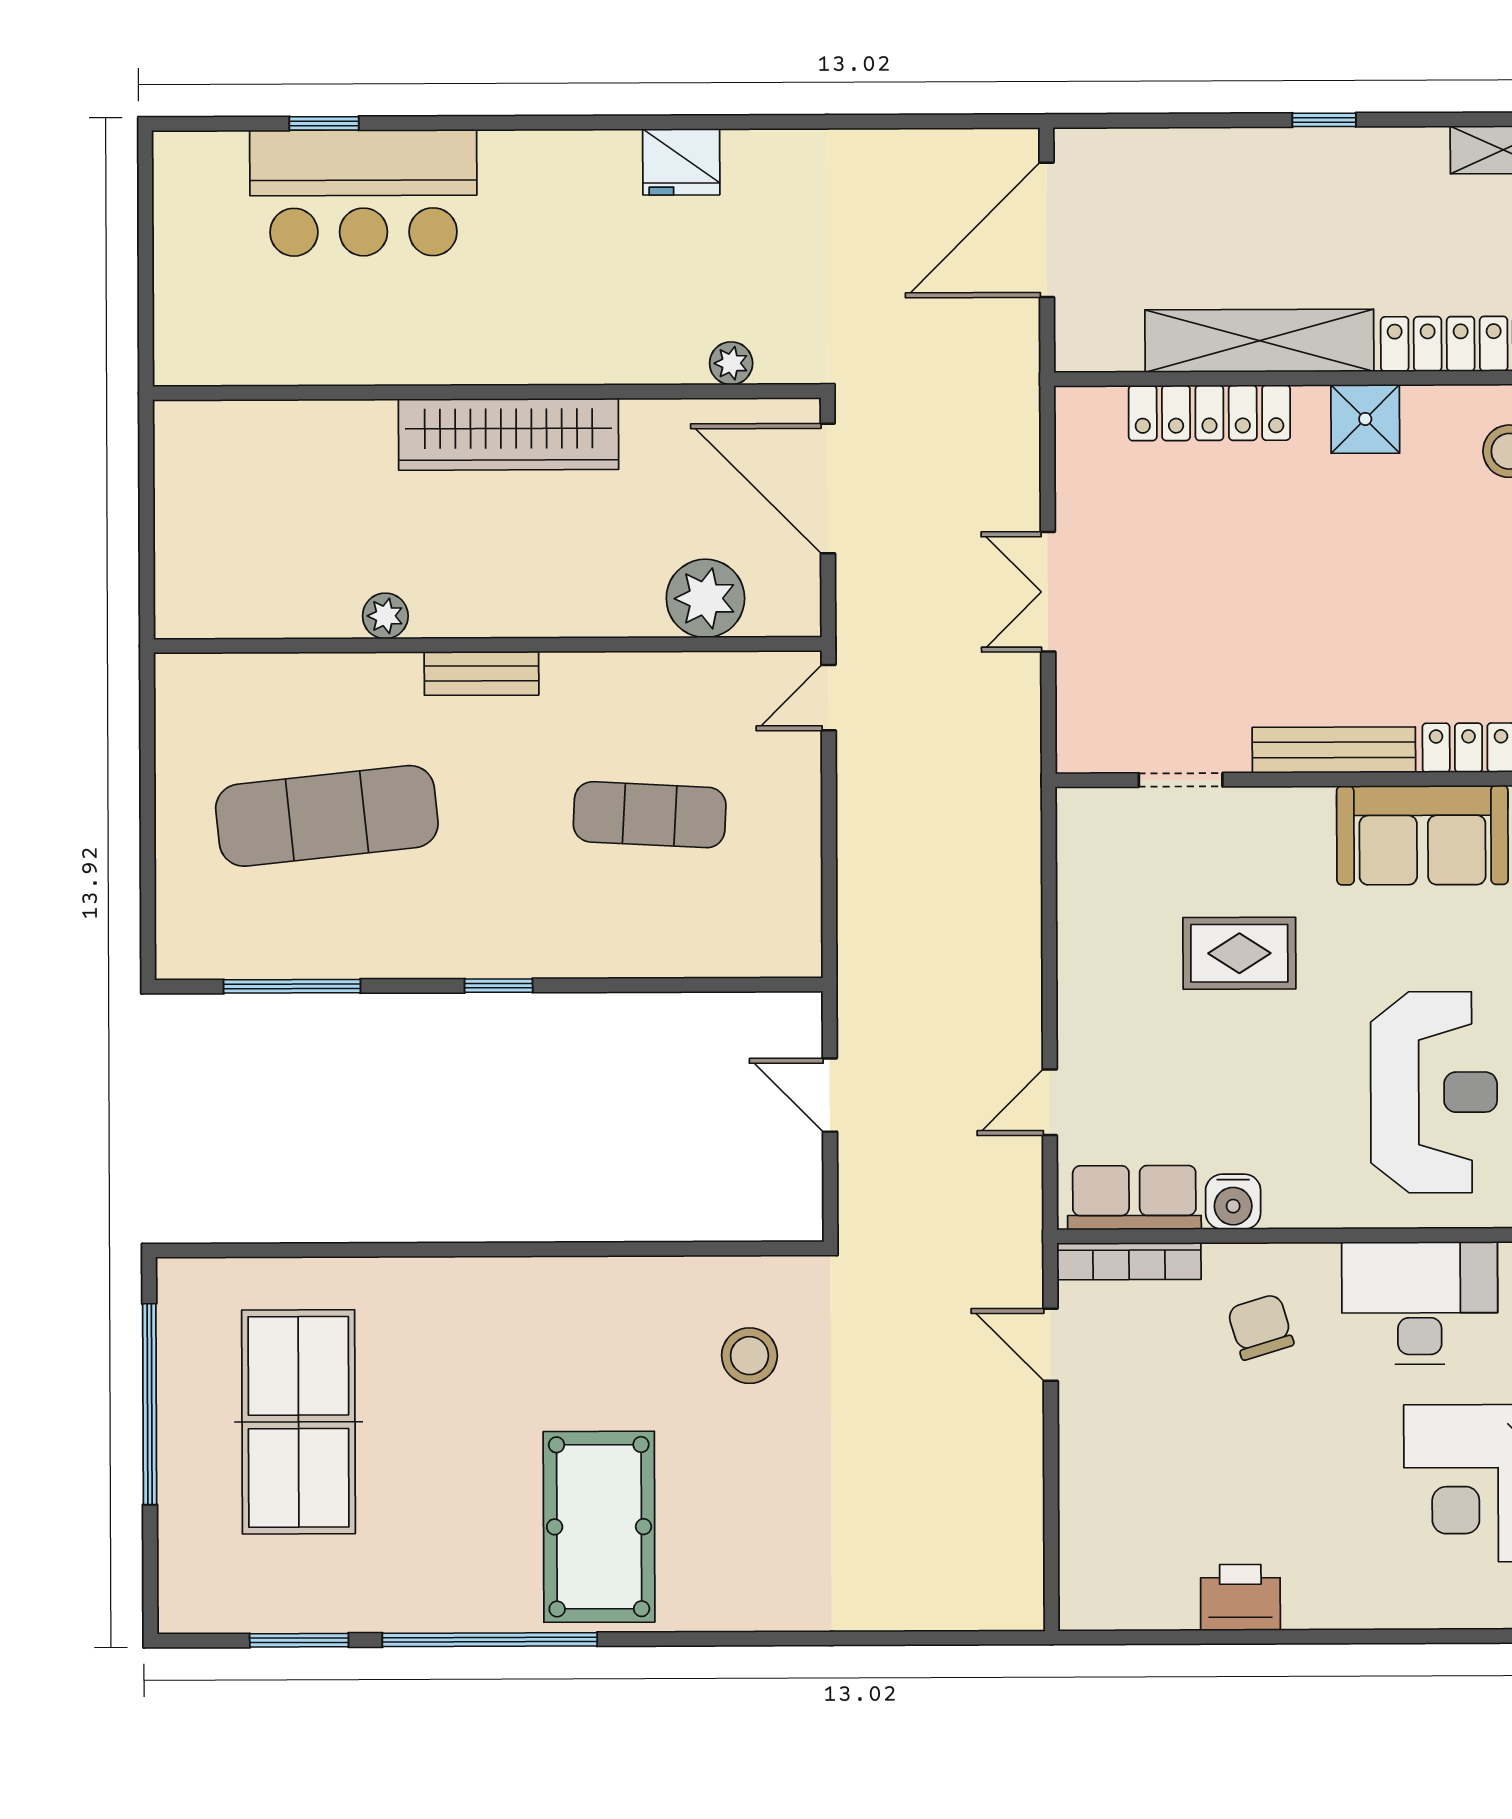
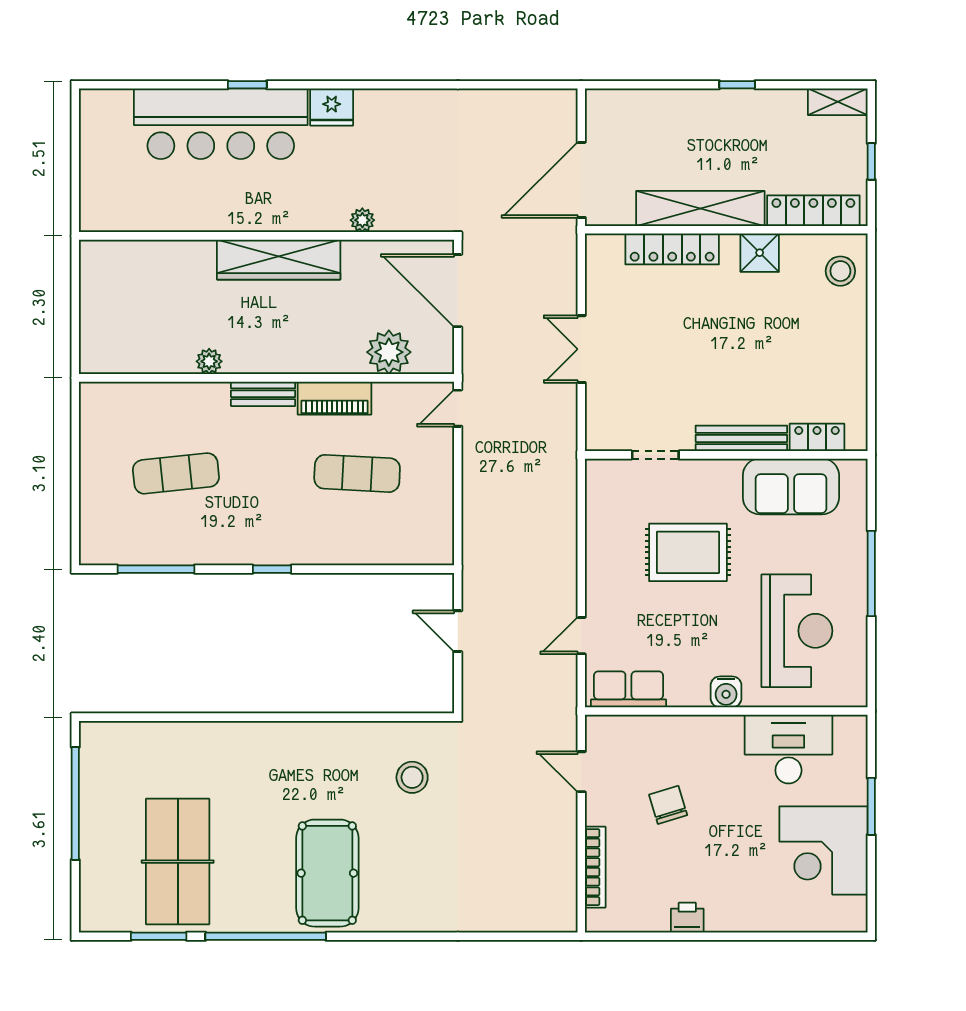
window: (324, 123) -> (247, 85), moved
fridge: (681, 162) -> (332, 107), moved
bar counter: (363, 193) -> (221, 124), width x1.36
door: (1047, 230) -> (581, 180), moved
plant: (731, 363) -> (362, 220), moved
piano: (609, 681) -> (335, 398), added
exercise mat: (327, 816) -> (176, 473), width x0.73, depth x0.69
rug: (1239, 953) -> (688, 552), width x1.36, depth x1.43
water cooler: (1233, 1202) -> (726, 692), moved
bookcase: (1129, 1261) -> (595, 867), moved, turned -90
chair: (1261, 1327) -> (668, 805), moved
table tennis table: (299, 1422) -> (178, 862), moved
printer: (1240, 1597) -> (687, 918), width x0.73, depth x0.81

